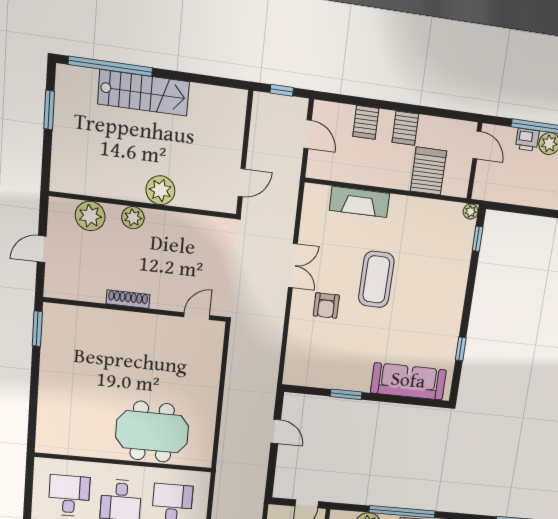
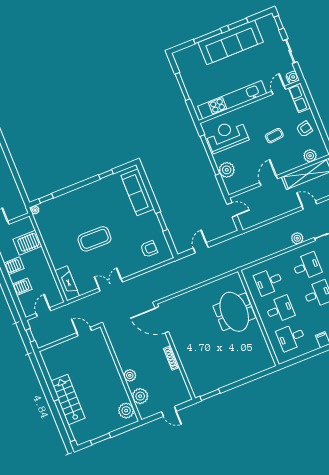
plant: (160, 190) -> (126, 411), moved
fireplace: (359, 202) -> (67, 283), moved
armchair: (326, 305) -> (149, 249), moved
door: (197, 316) -> (162, 320), width x1.88

